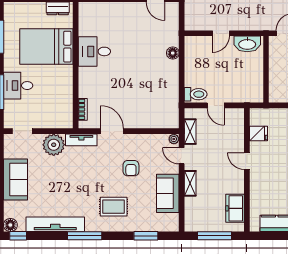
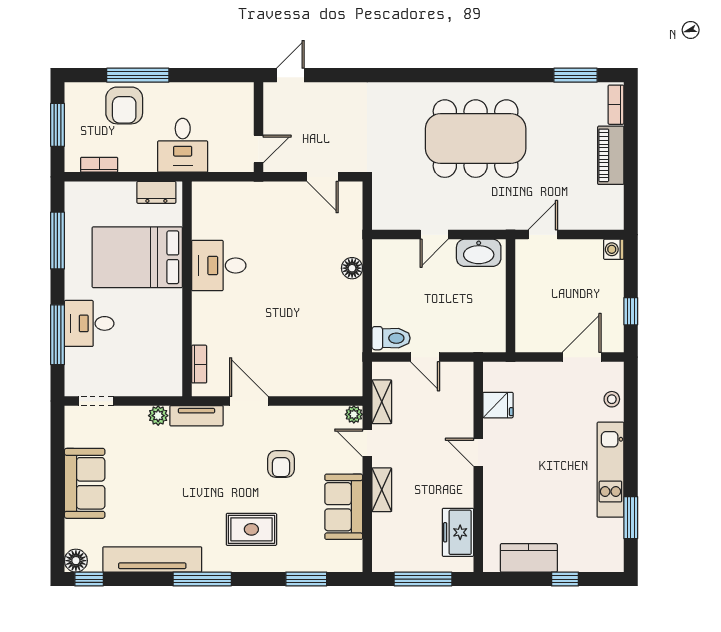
plant: (54, 145) -> (158, 416), width x0.53, depth x0.53

